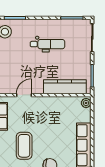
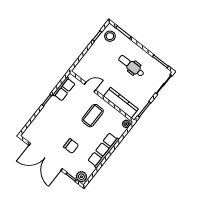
dental chair: (48, 44) -> (131, 66), turned 180
coffee table: (24, 146) -> (93, 116), moved

